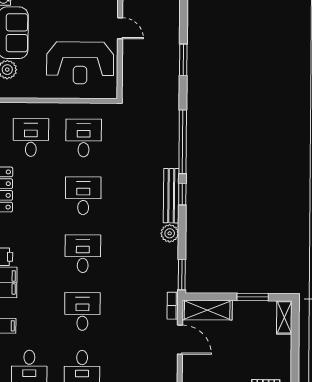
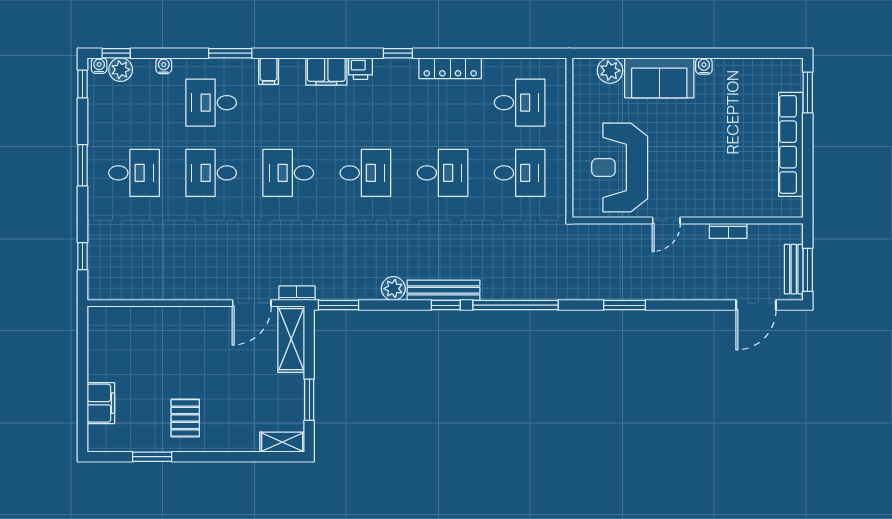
desk: (82, 311) -> (288, 173), turned 180

